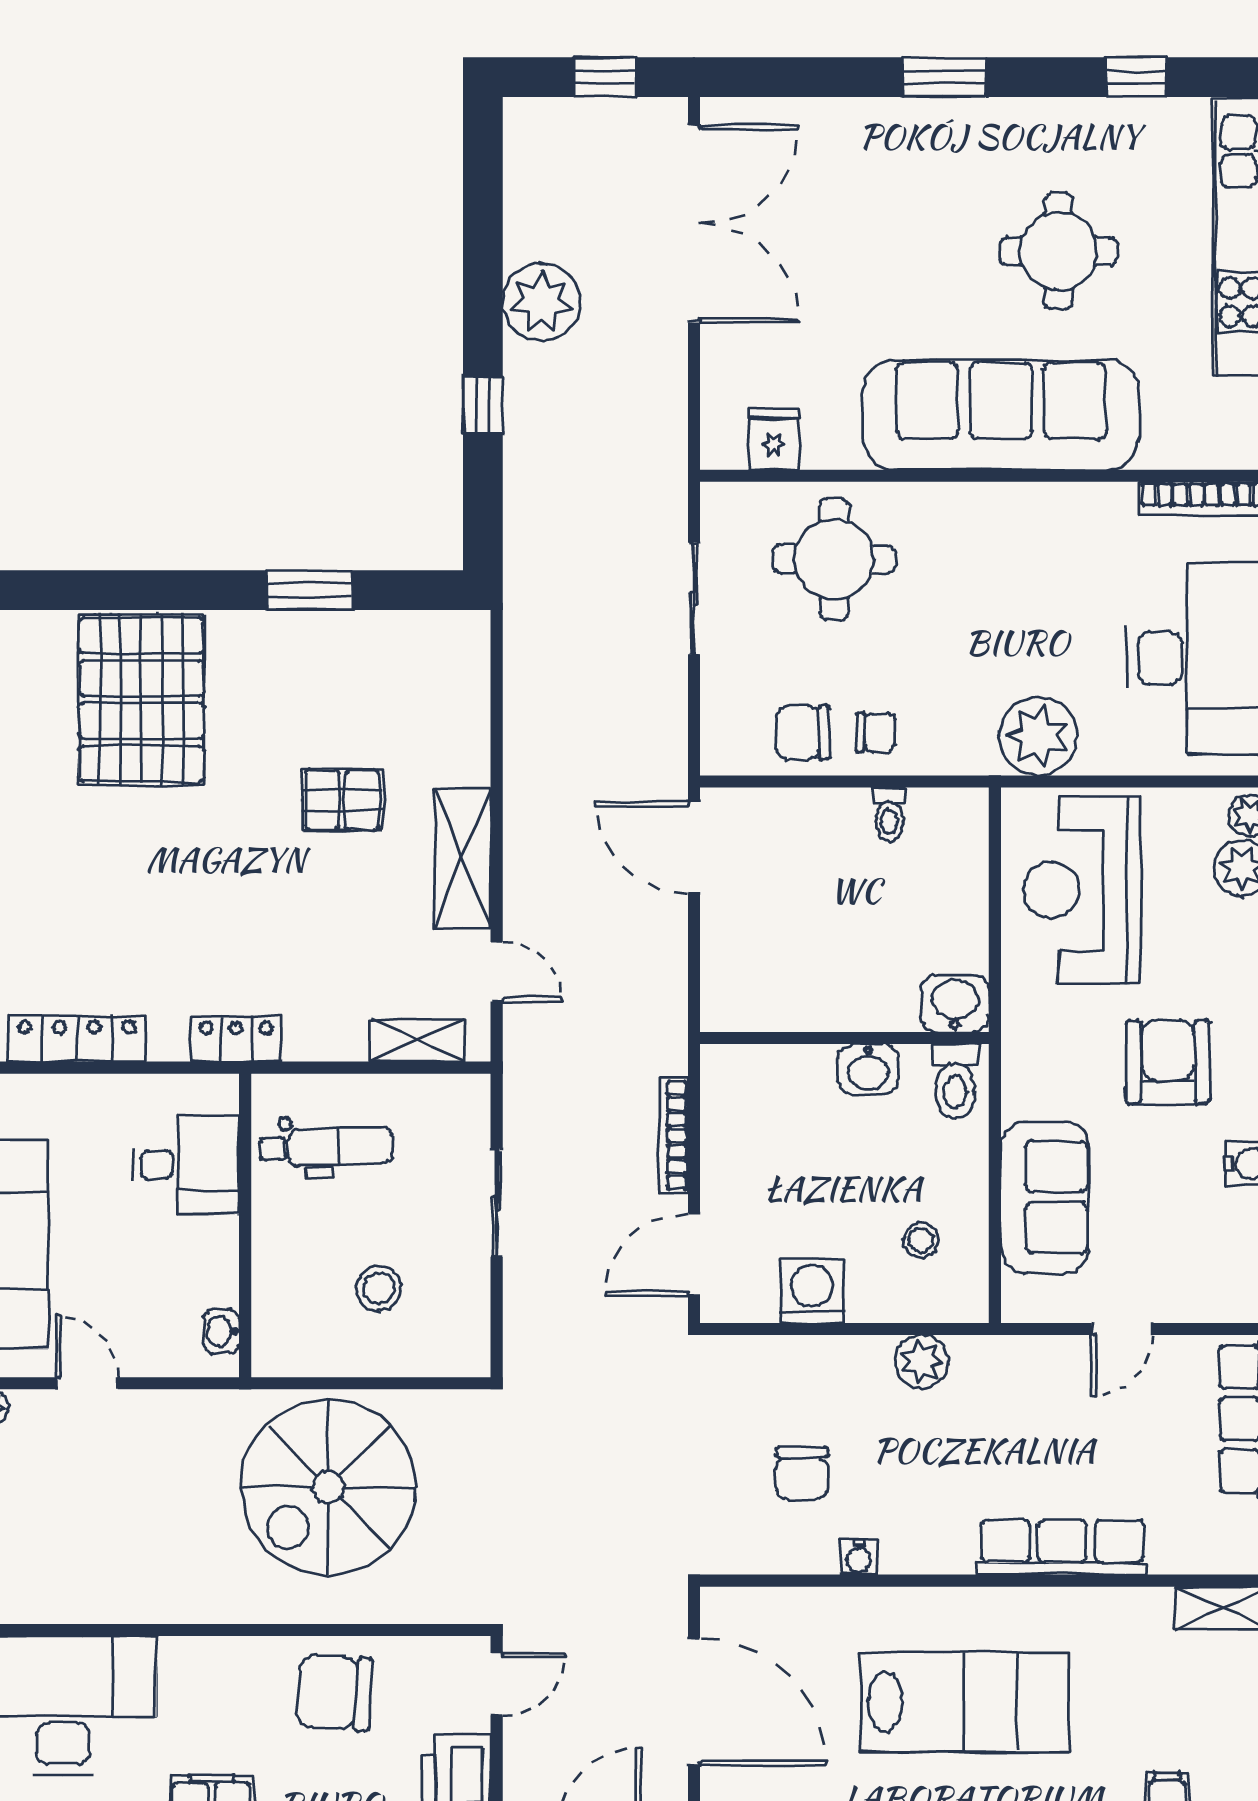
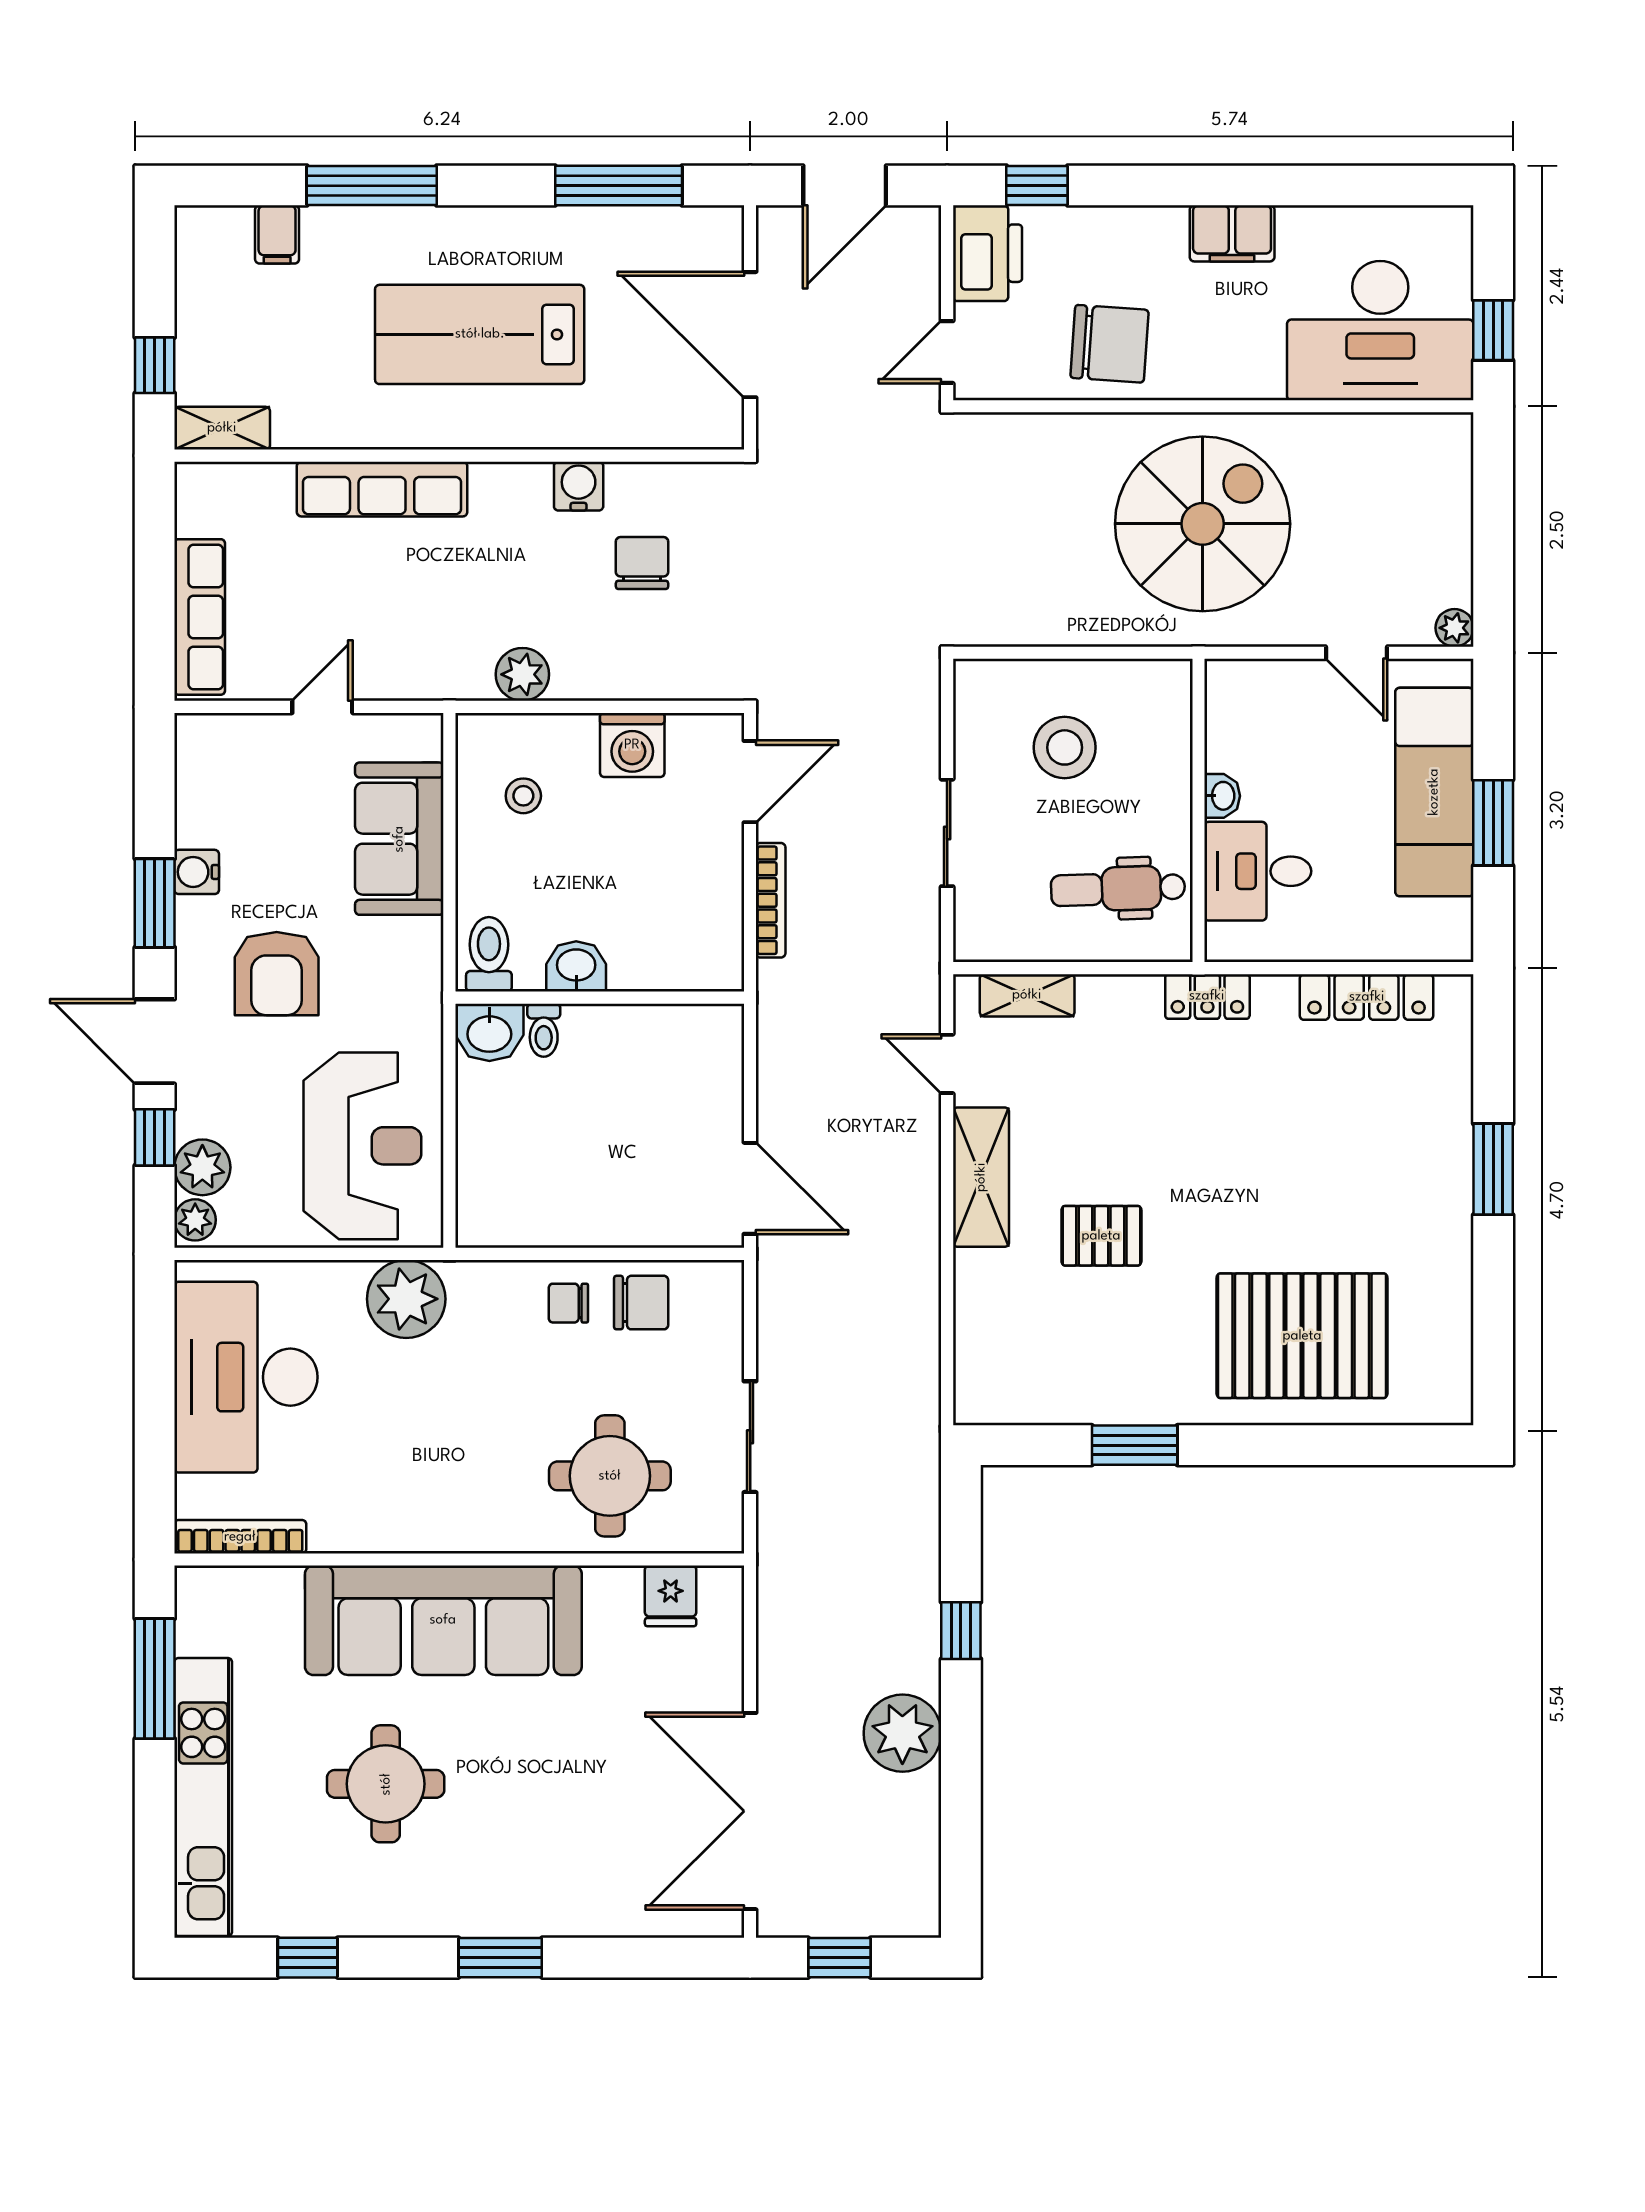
pallet: (141, 700) -> (1302, 1336), turned 90
toilet: (889, 814) -> (544, 1030), moved, turned 180
stool: (379, 1288) -> (1065, 747), width x1.38, depth x1.38
washbasin: (221, 1331) -> (1222, 796), moved
spiral stairs: (328, 1487) -> (1203, 524), moved
water cooler: (859, 1557) -> (579, 486), width x1.38, depth x1.38

